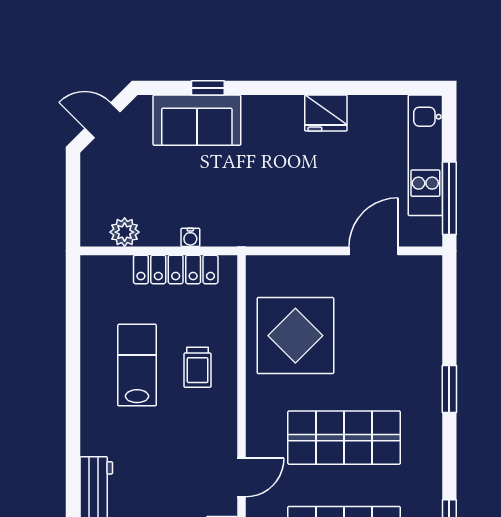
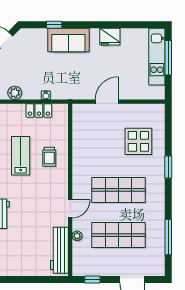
sofa: (197, 120) -> (68, 40), moved
window: (449, 198) -> (168, 58), moved
door: (374, 251) -> (107, 102), moved
locker: (176, 269) -> (39, 111), width x0.66
display table: (295, 336) -> (138, 141), moved, width x0.73, depth x0.73

